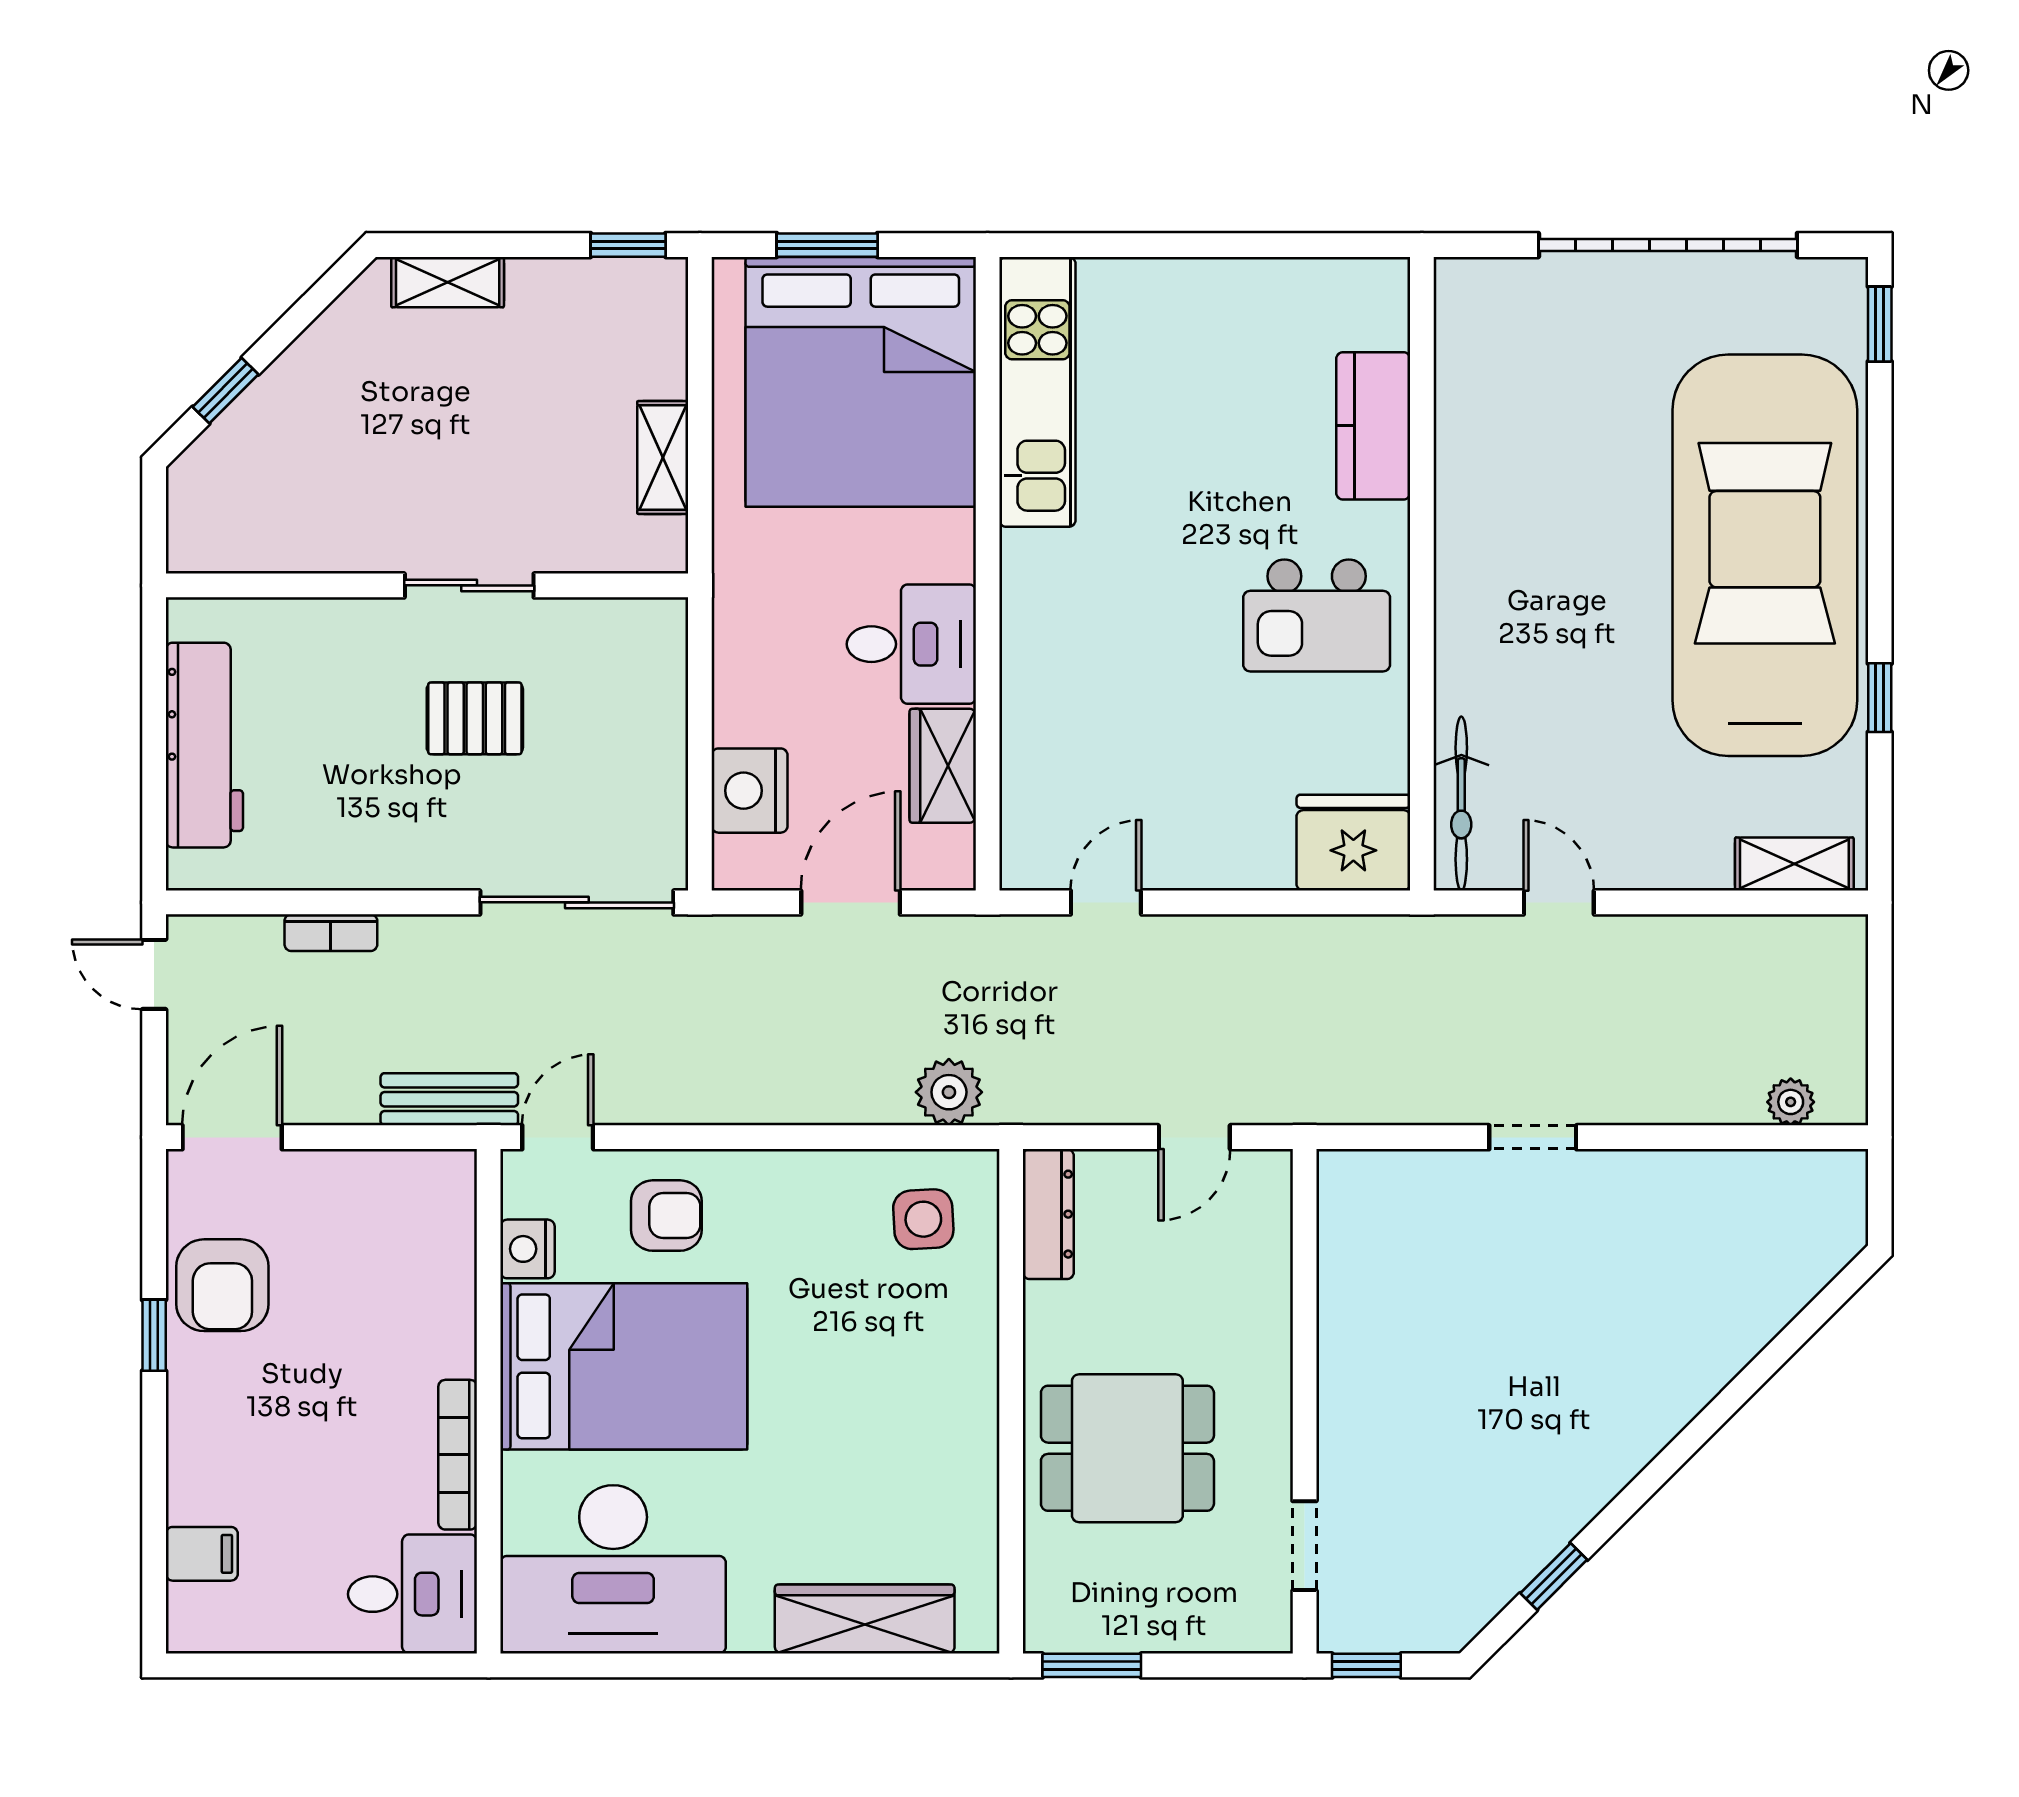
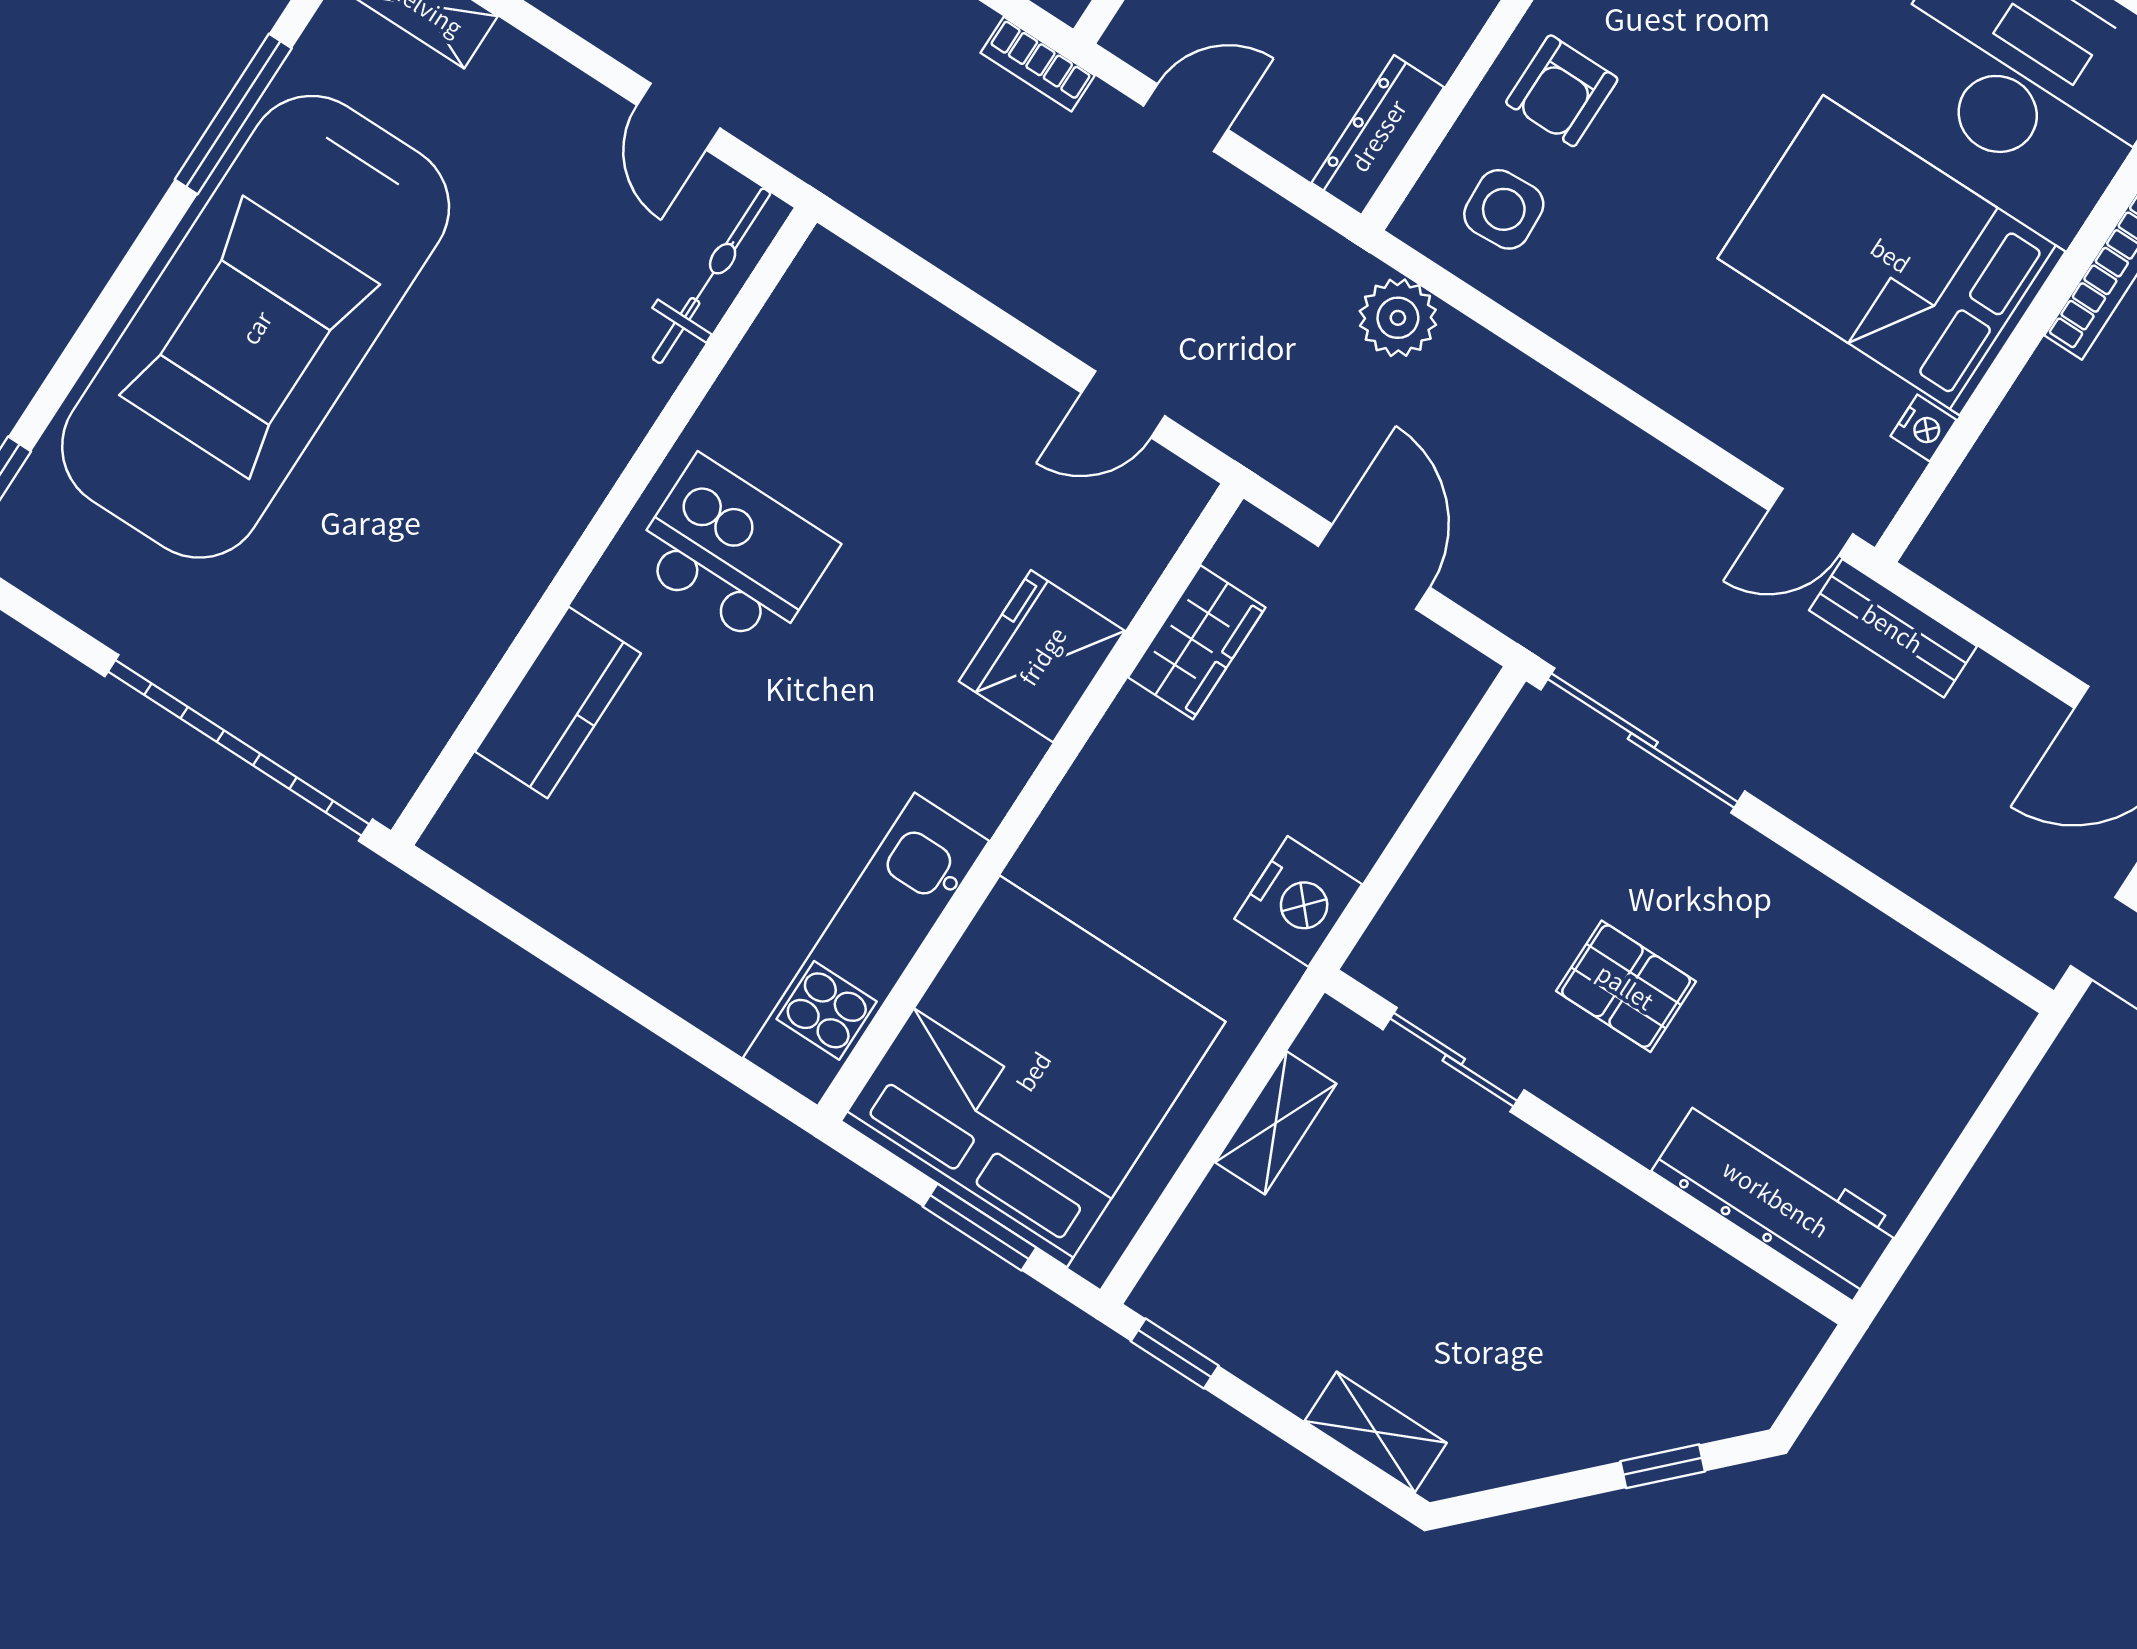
garage door: (1668, 245) -> (239, 748), moved
sliding door: (469, 585) -> (1454, 1060), moved
desk: (911, 644) -> (1150, 782), removed
window: (1880, 698) -> (233, 114), width x2.17
workbench: (204, 745) -> (1776, 1198), moved, turned 90
nightstand: (750, 791) -> (1298, 901), moved
fridge: (1353, 843) -> (1042, 656), moved, turned 90
door: (851, 902) -> (1374, 567), swing flipped
bookcase: (331, 933) -> (1038, 64), moved, turned 180
armchair: (666, 1216) -> (1562, 91), moved, turned -90
nightstand: (527, 1249) -> (1924, 428), width x0.72, depth x0.74

